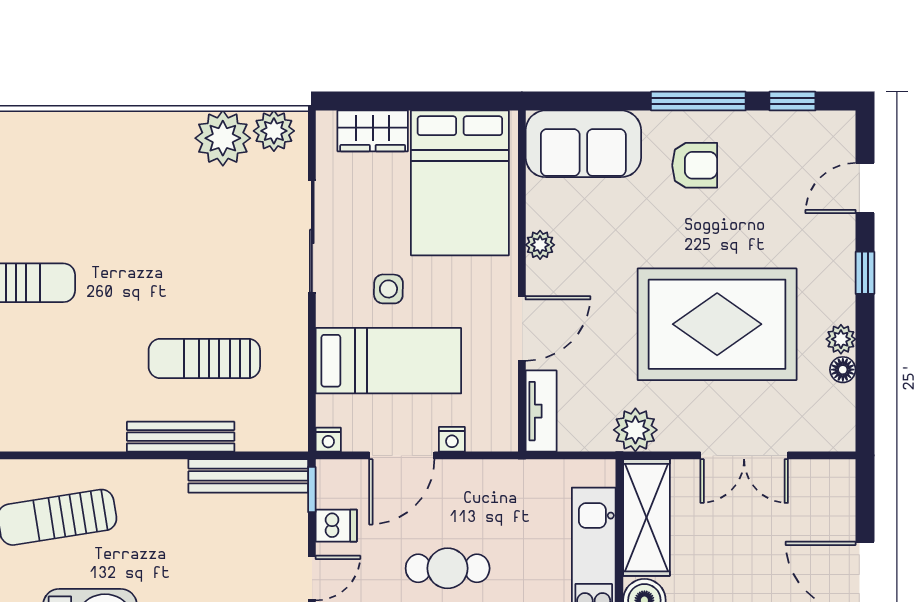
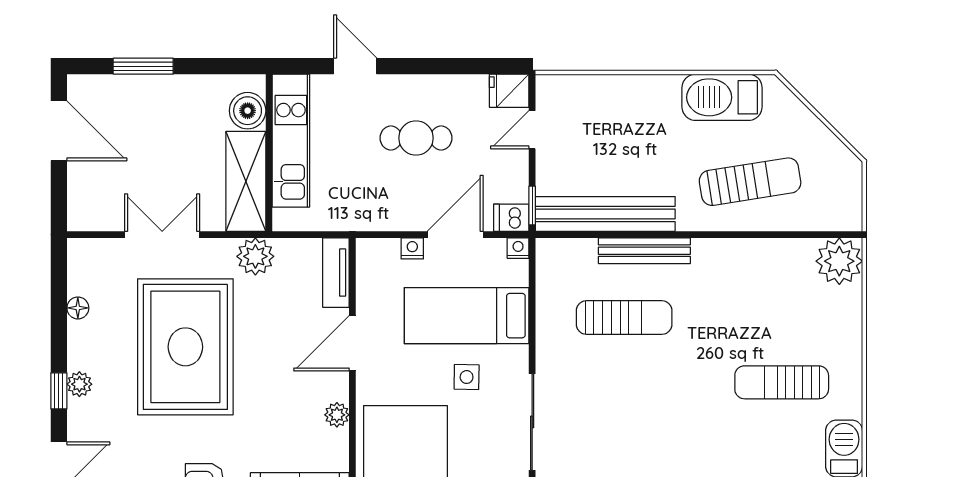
rug: (717, 324) -> (185, 347), turned 90
plant: (841, 339) -> (79, 384), moved
bench: (248, 476) -> (605, 214), width x1.37, depth x1.21
dishwasher: (336, 526) -> (511, 218), moved

